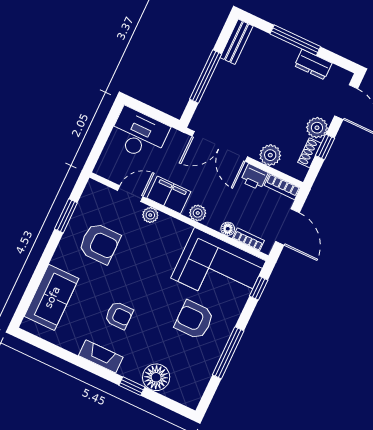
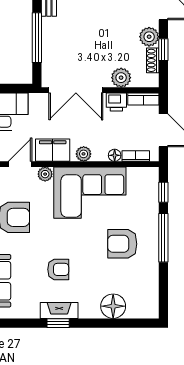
corner sofa: (218, 269) -> (90, 193), moved
window: (228, 353) -> (163, 238), moved
window: (132, 386) -> (58, 323), moved

